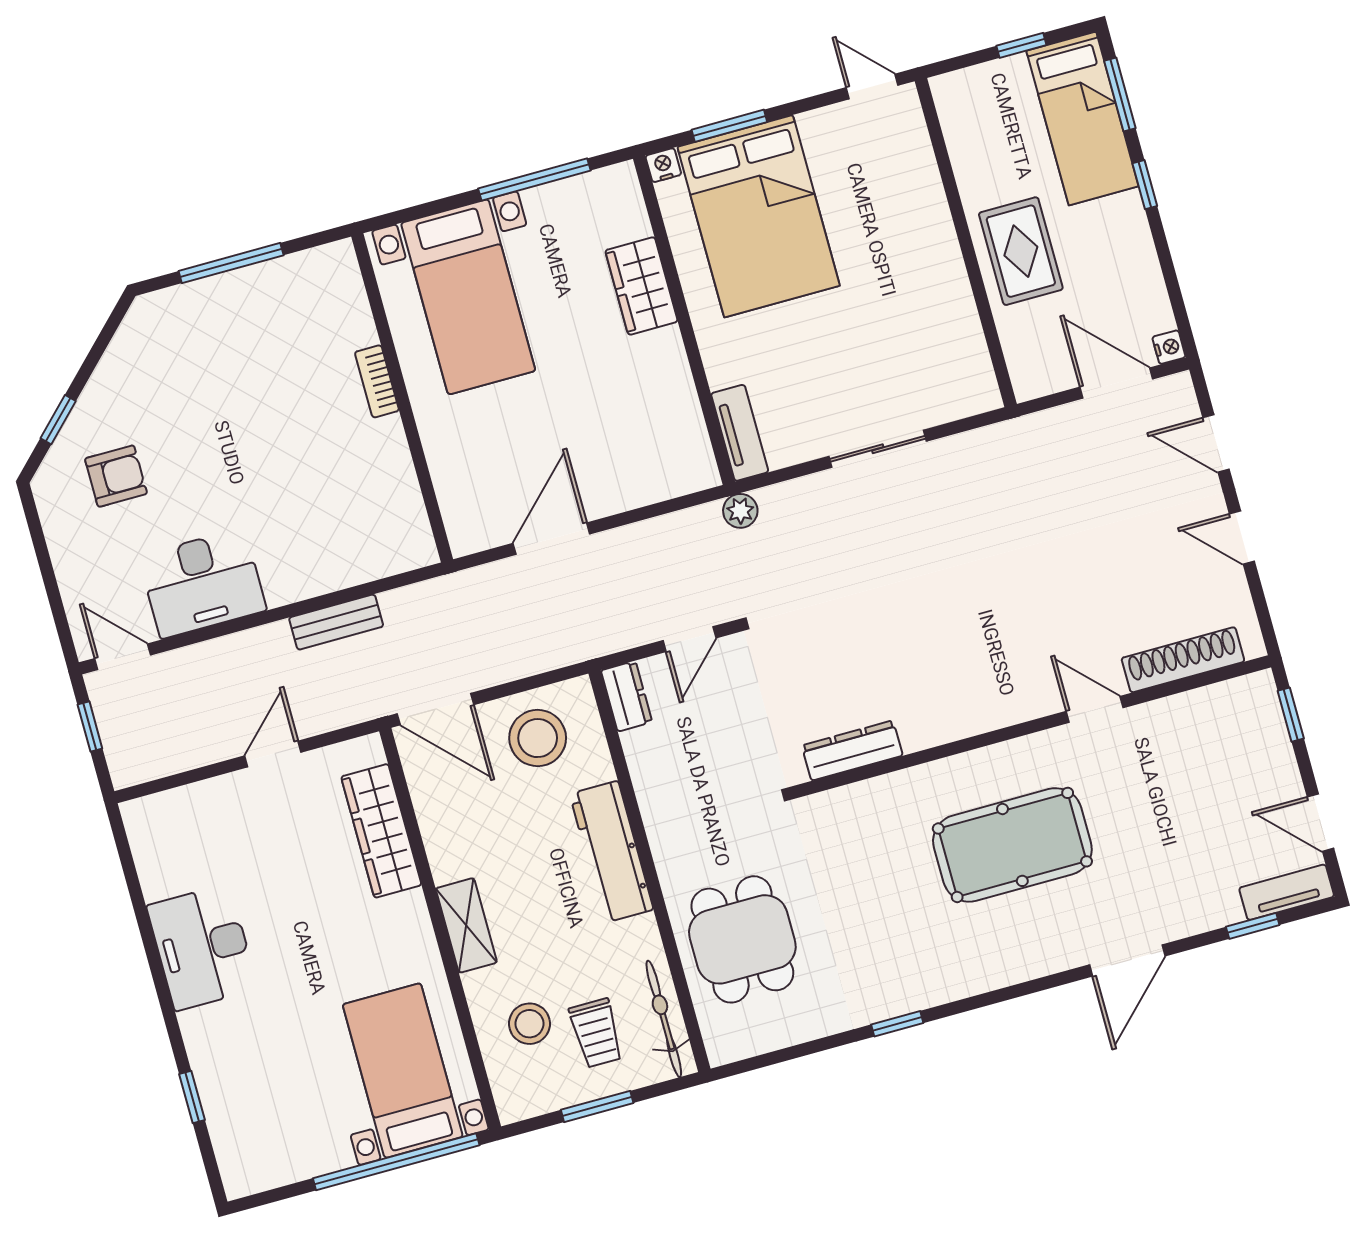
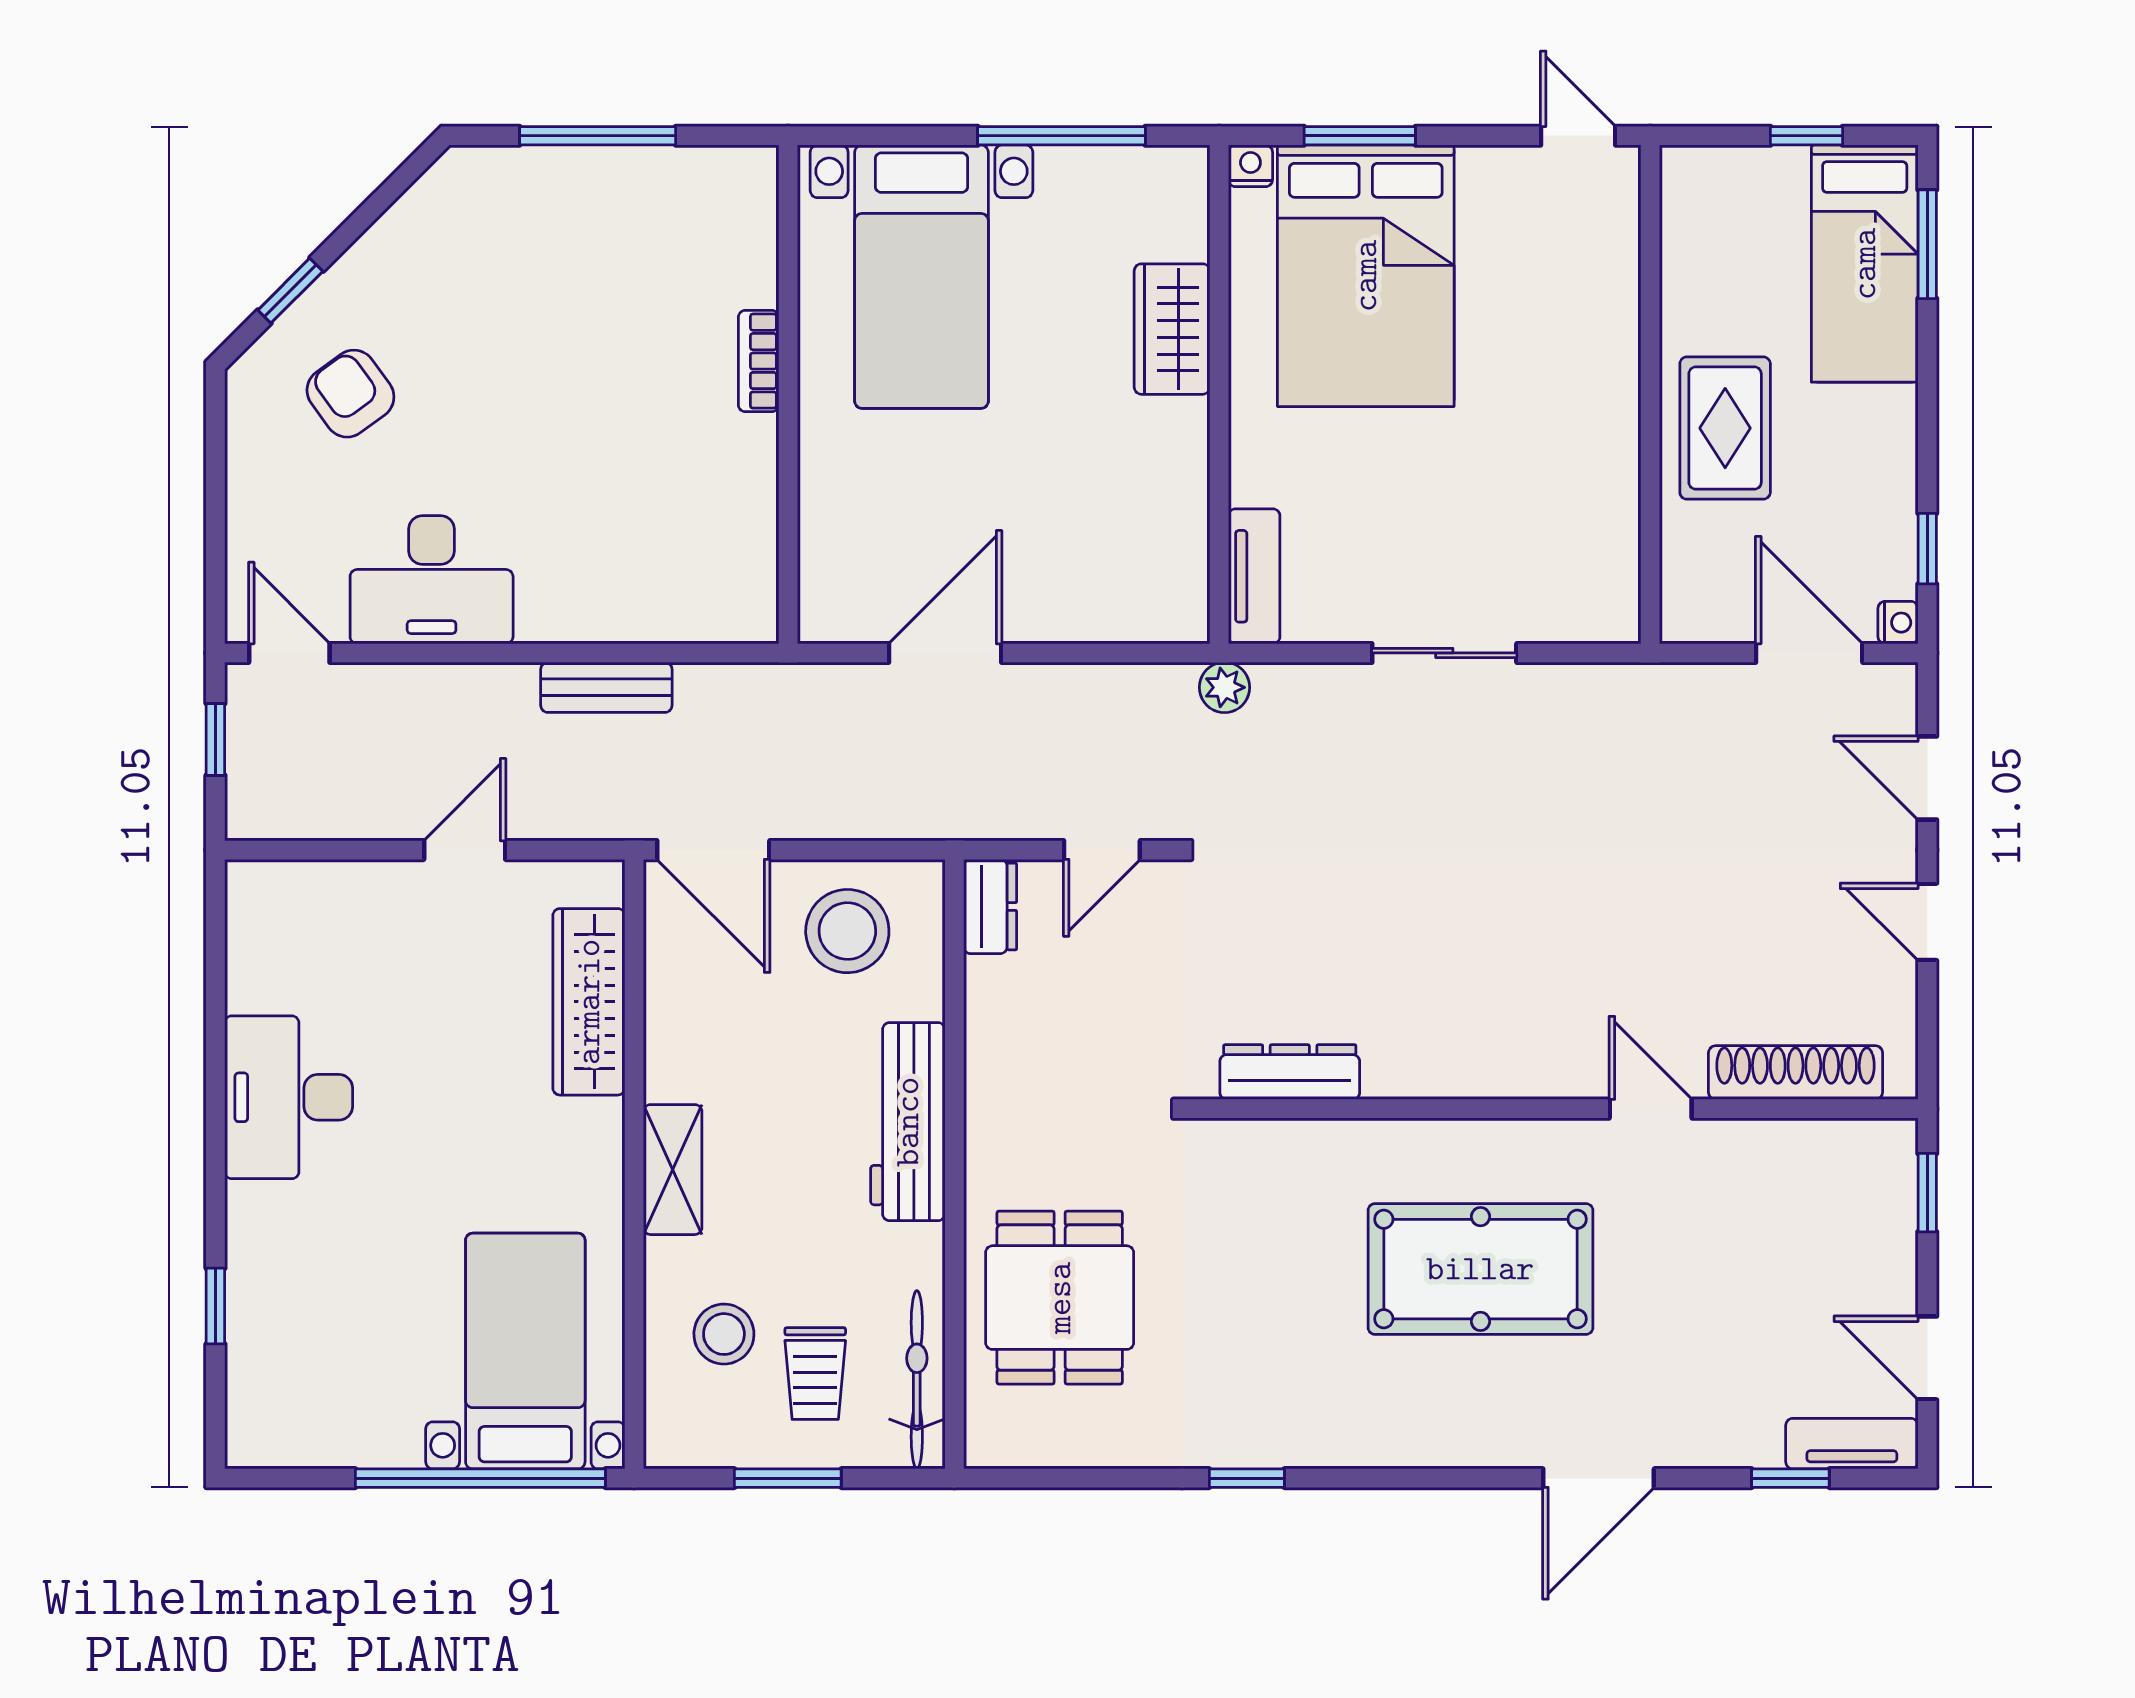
window: (1145, 185) -> (1927, 549), moved
armchair: (116, 476) -> (350, 394), turned -126

